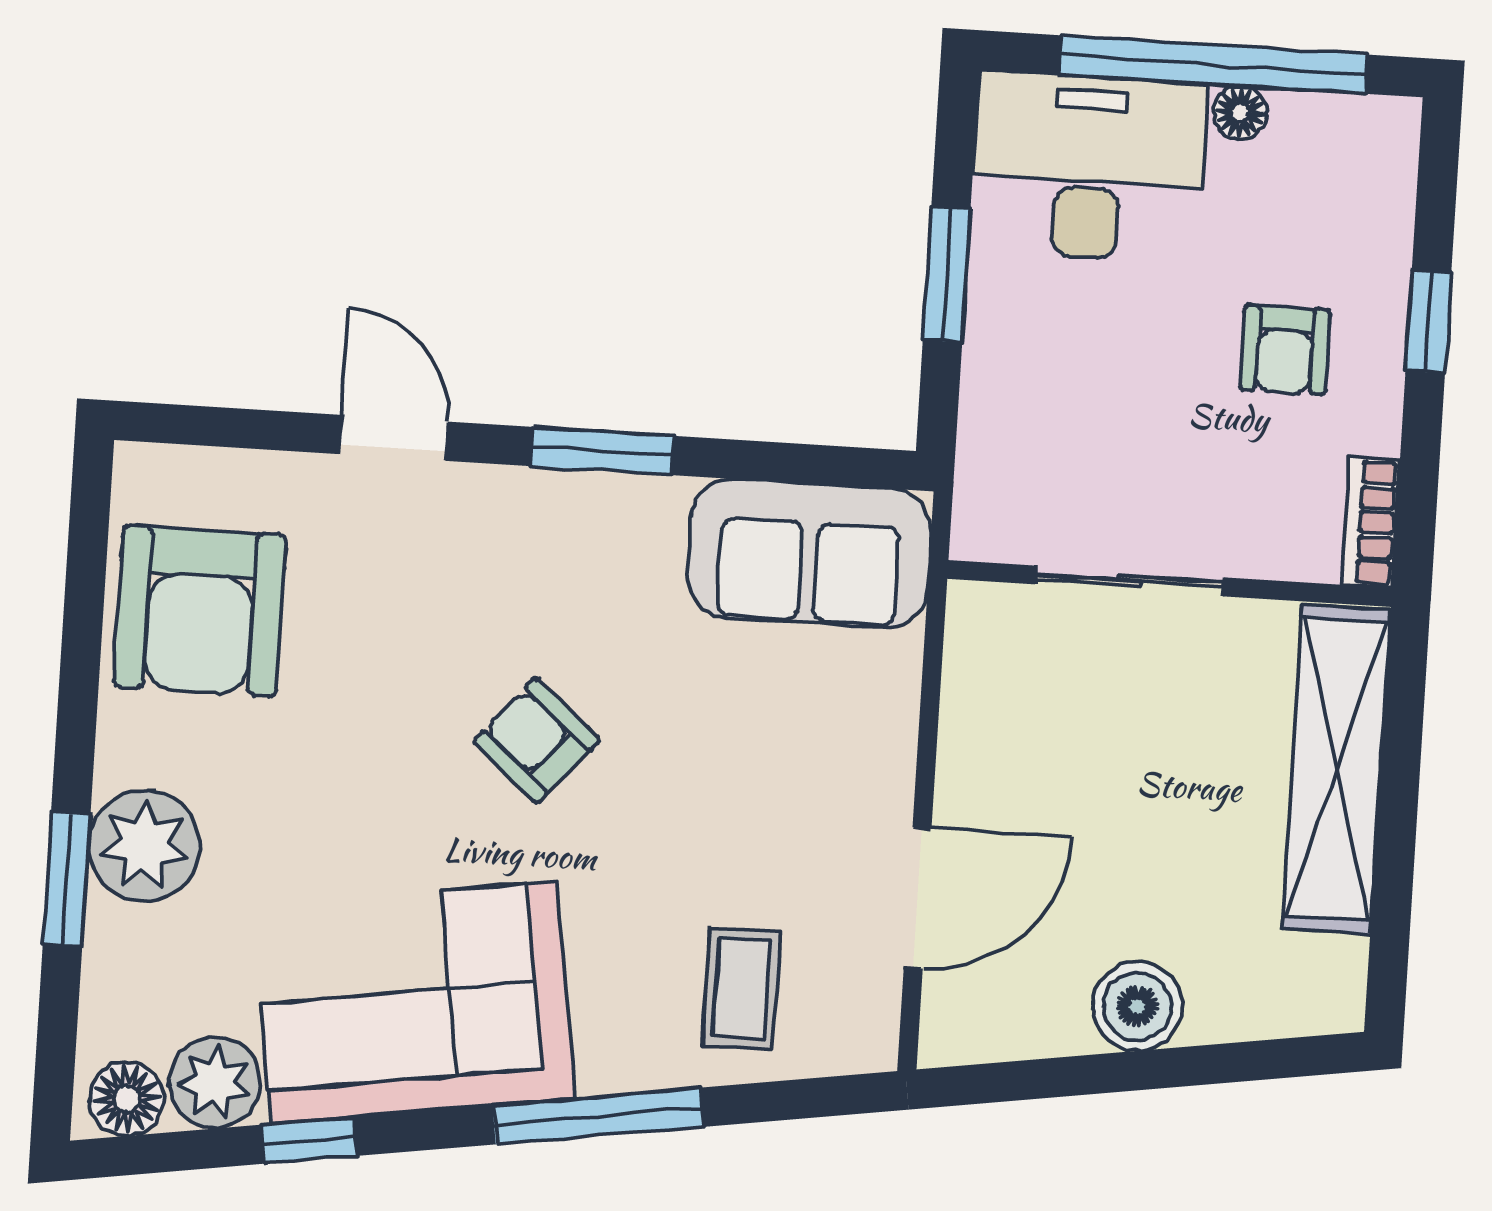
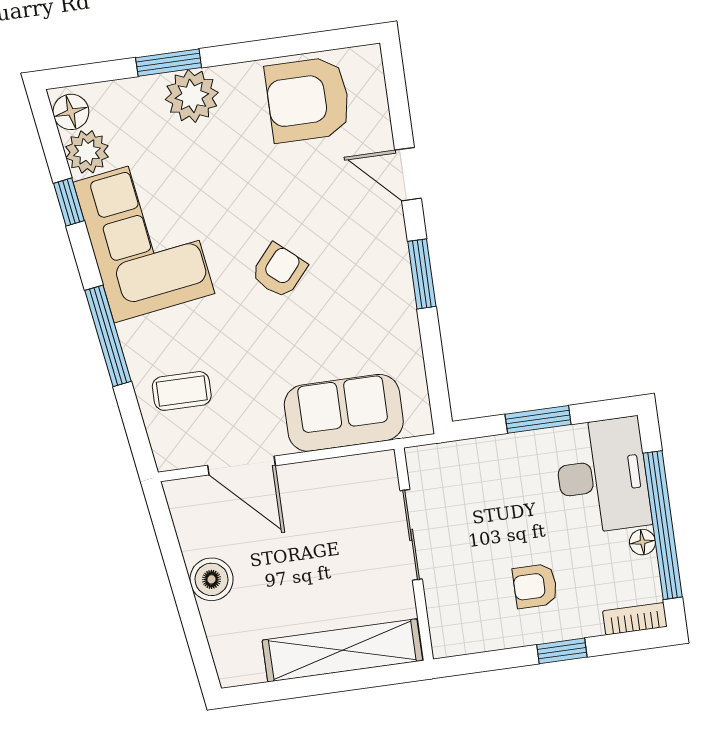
door: (393, 438) -> (408, 174), swing flipped
bookcase: (1370, 522) -> (635, 619), moved
sofa: (809, 553) -> (344, 413), moved, turned 90

